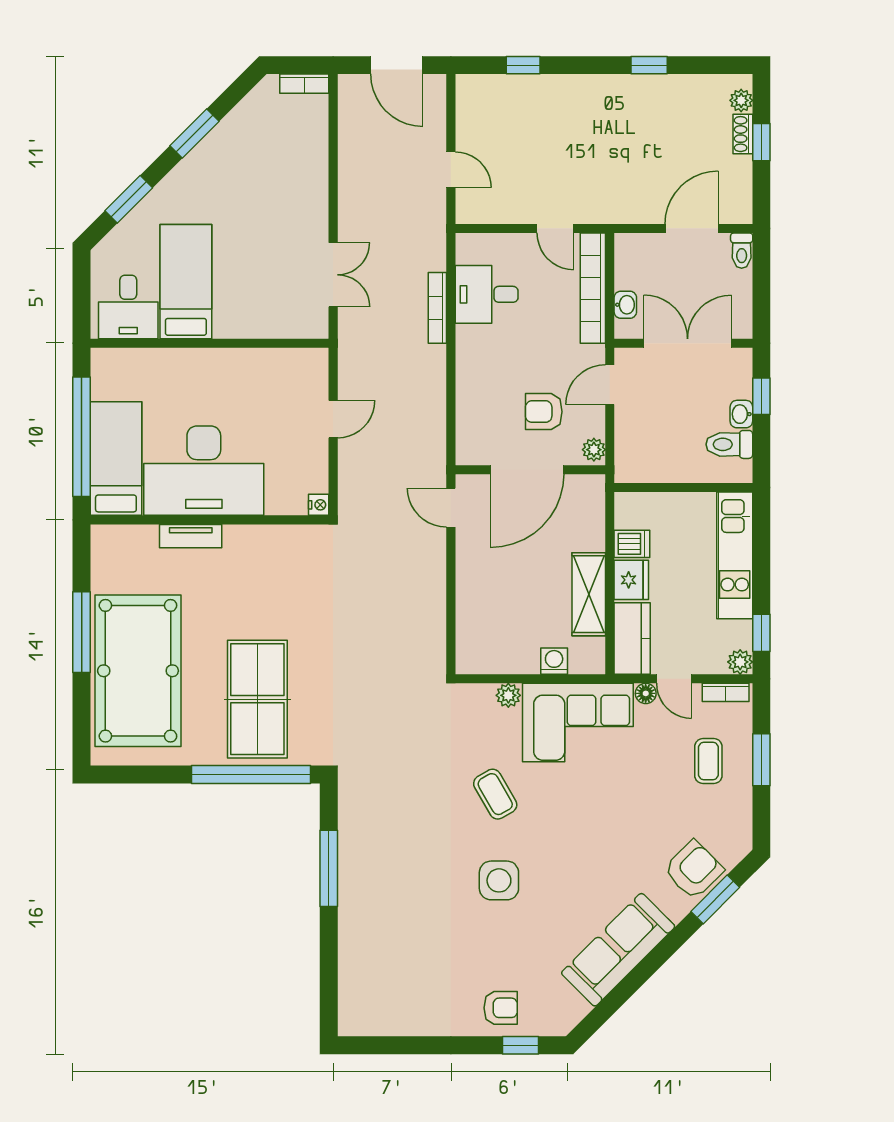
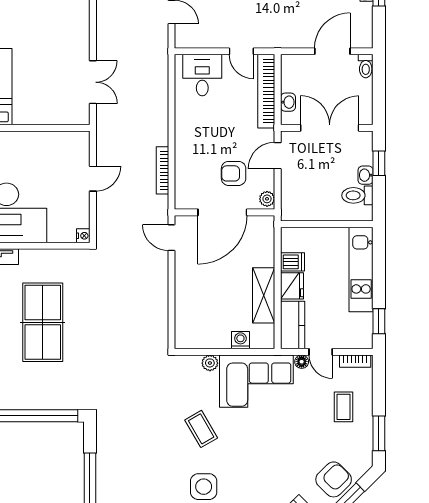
desk: (487, 294) -> (202, 75), moved, turned 90
bookcase: (437, 308) -> (163, 170), moved
plant: (740, 662) -> (365, 341), removed
table tennis table: (257, 699) -> (43, 322), moved
window: (761, 760) -> (379, 433), moved

